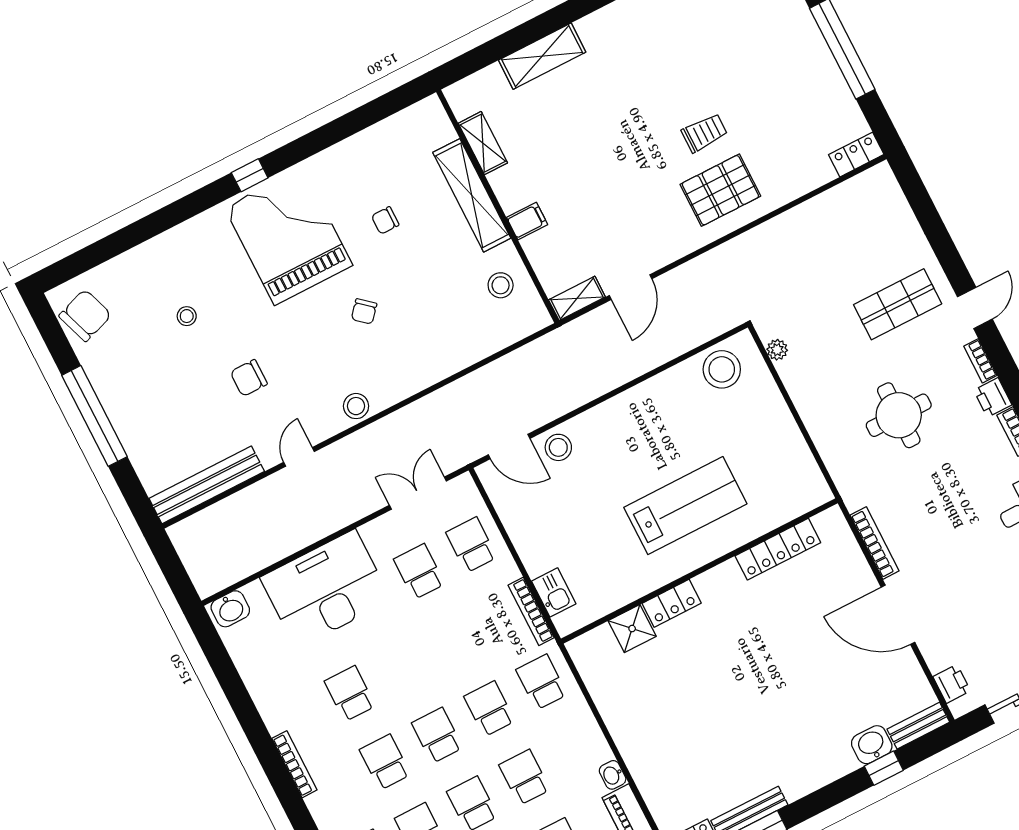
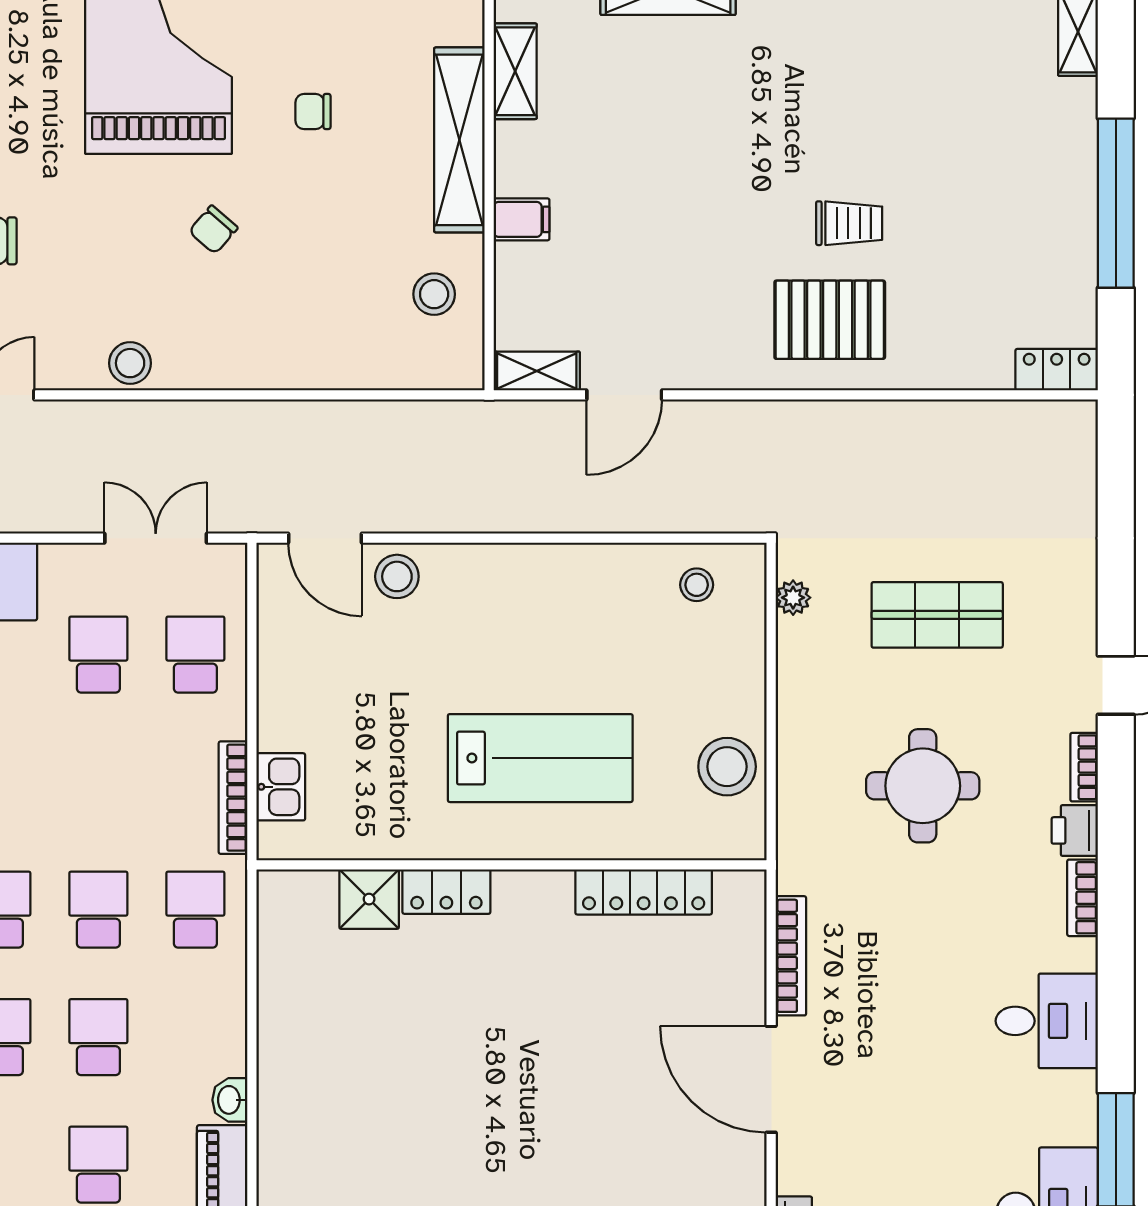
shop shelf: (898, 304) -> (937, 615), moved
stool: (722, 369) -> (697, 585), width x0.53, depth x0.53
stool: (788, 459) -> (727, 767), added

